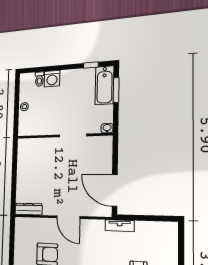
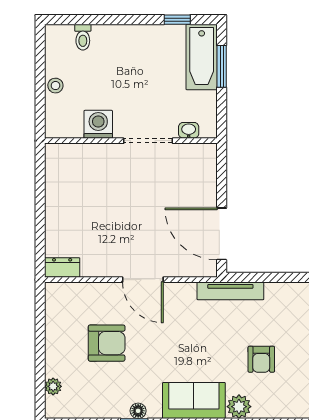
washing machine: (52, 79) -> (98, 124), moved, turned 180
washbasin: (107, 128) -> (189, 130), moved
dresser: (29, 209) -> (62, 267), width x0.70
tv unit: (120, 226) -> (230, 291), width x1.41

